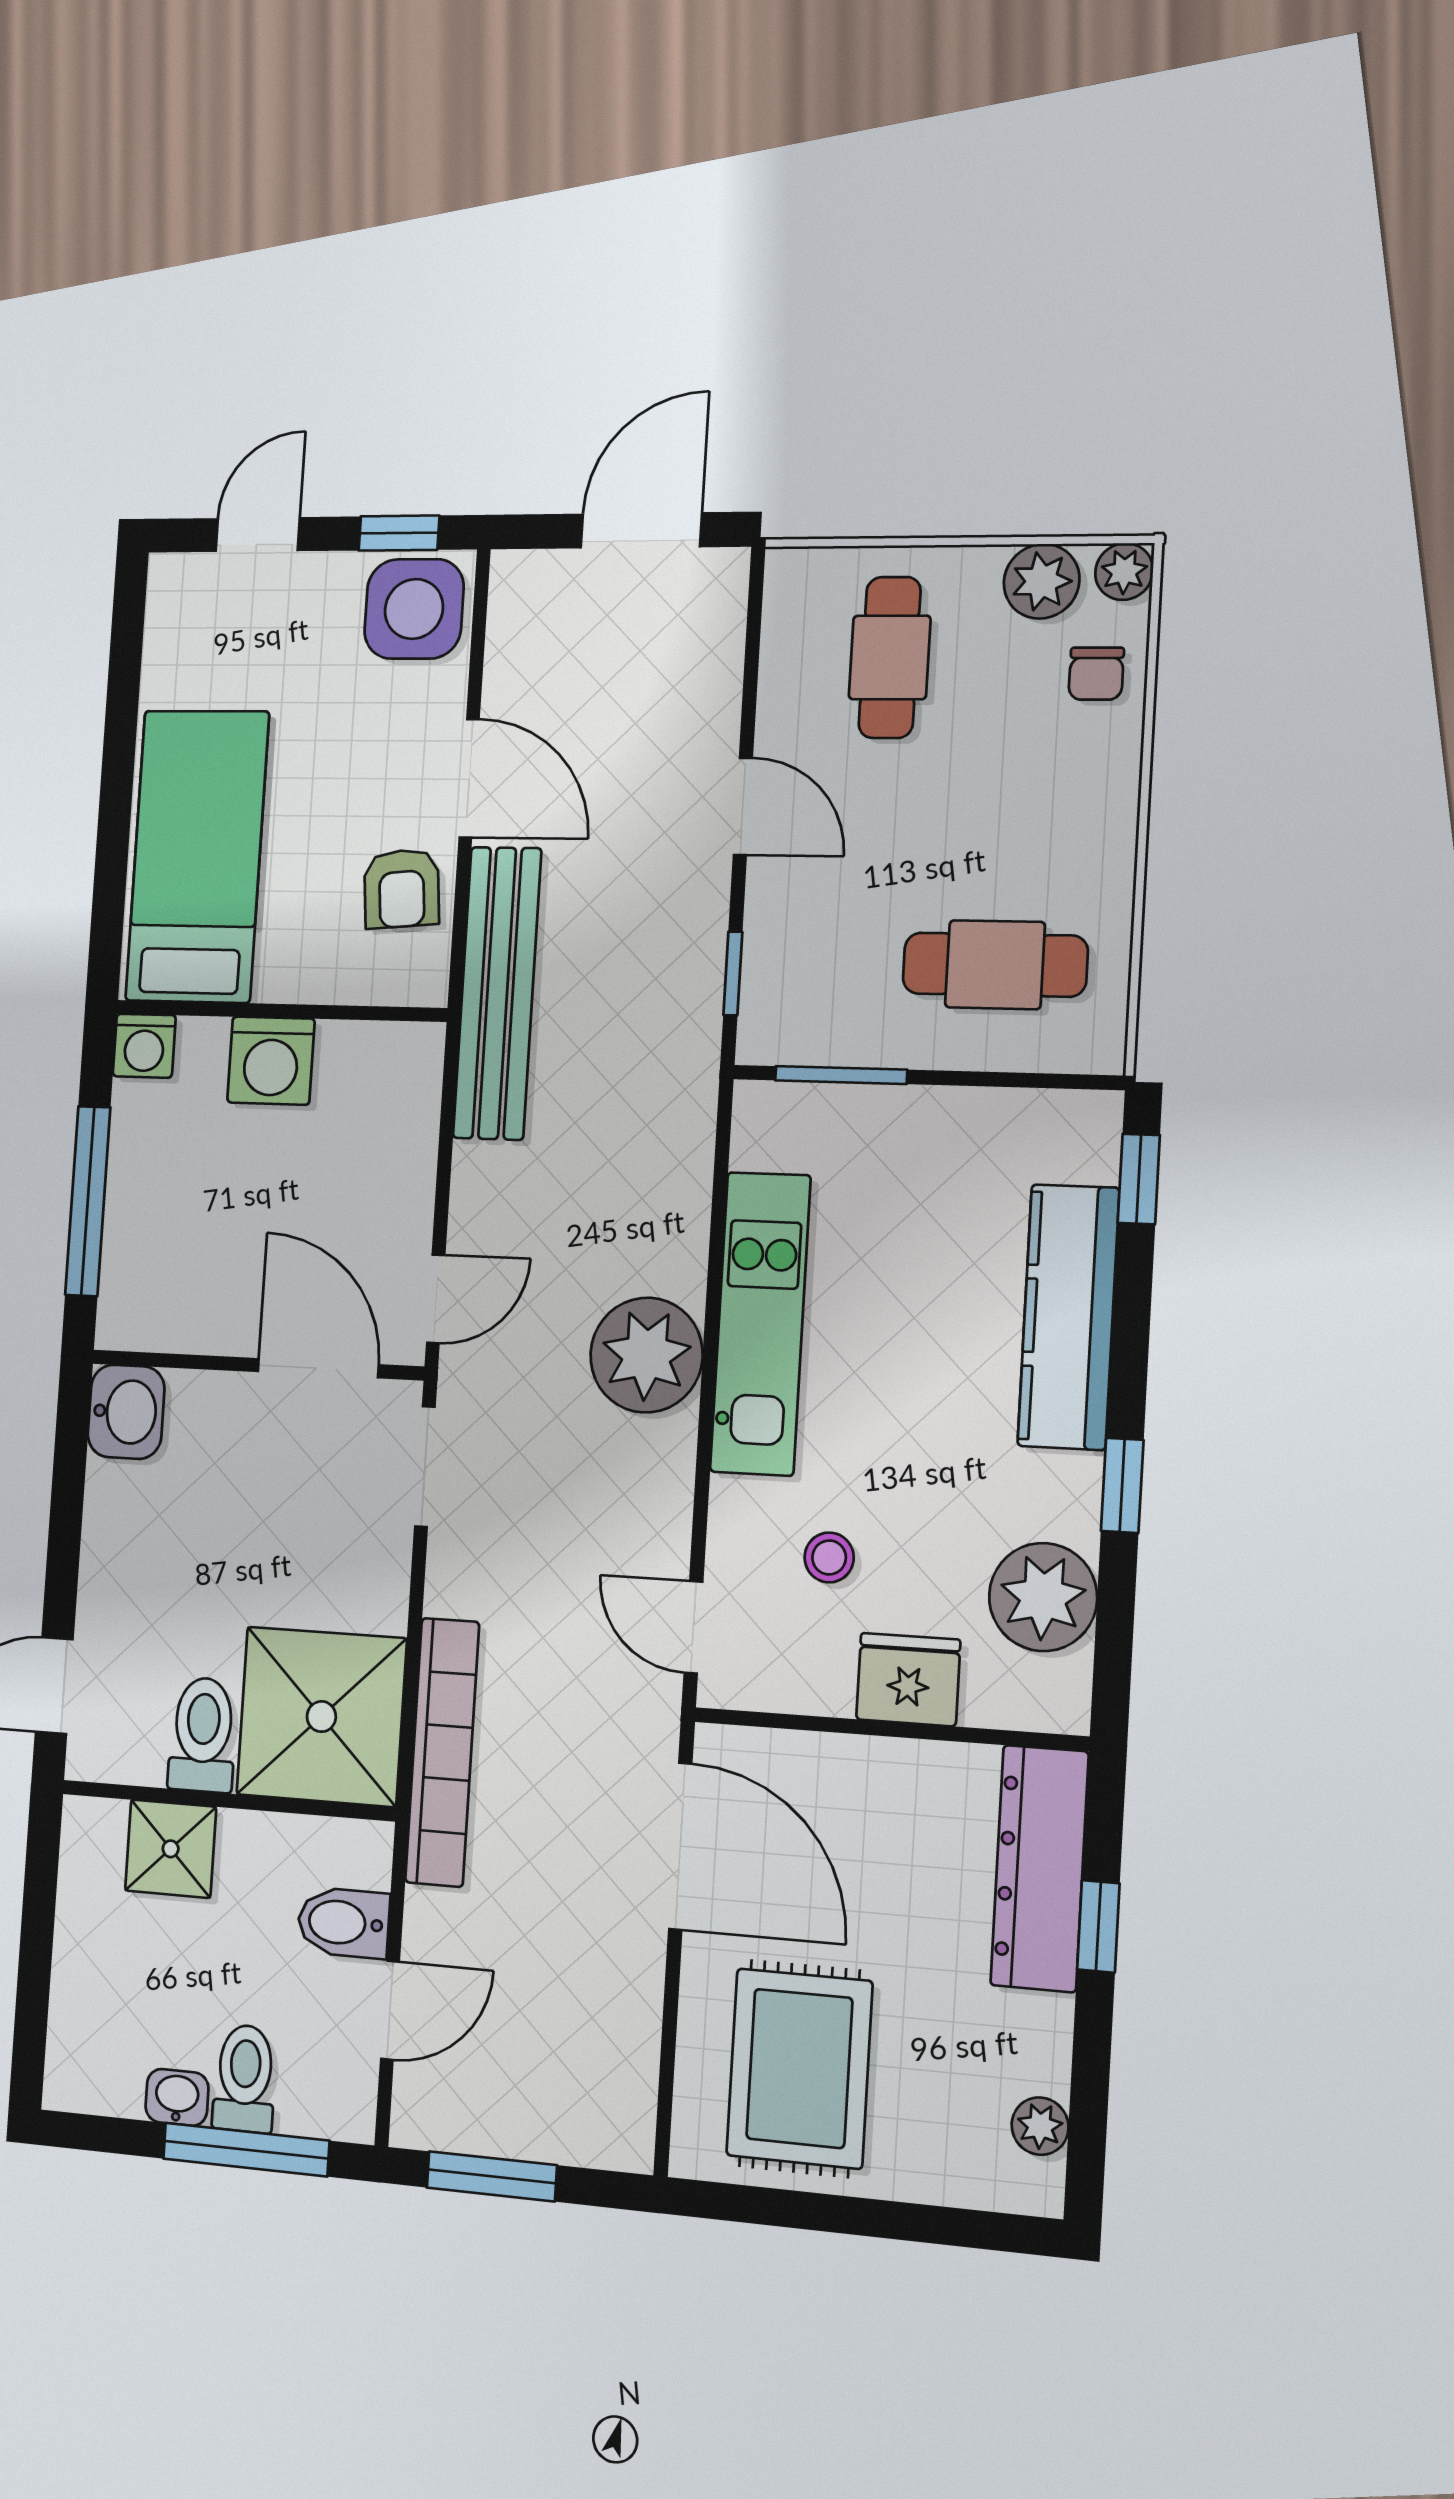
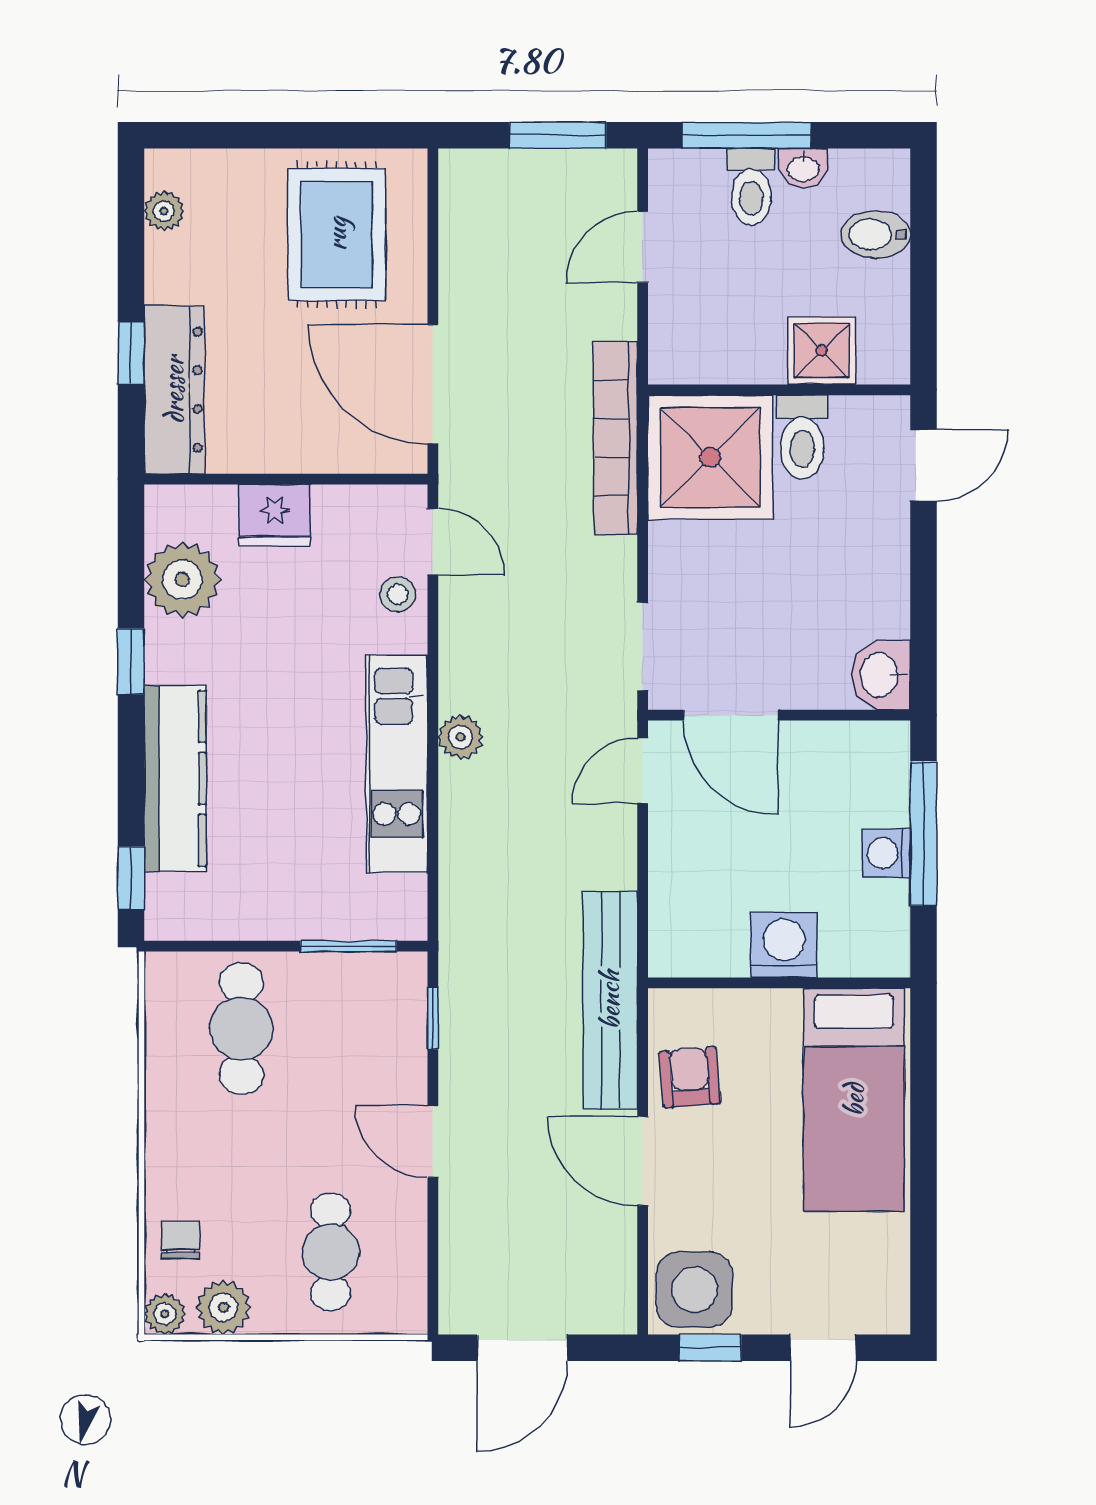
cafe table: (995, 965) -> (241, 1029), turned 90
washing machine: (144, 1046) -> (886, 853), moved, turned -90
plant: (646, 1355) -> (460, 737), width x0.53, depth x0.53
stool: (829, 1557) -> (397, 594), moved
bidet: (343, 1923) -> (876, 235), moved, turned 180

